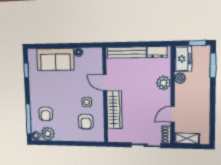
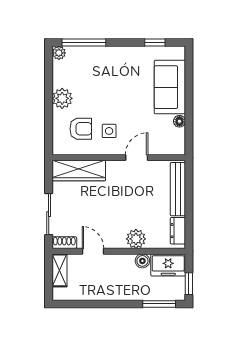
wardrobe: (114, 110) -> (79, 171), moved
armchair: (46, 114) -> (91, 69), removed
armchair: (86, 122) -> (81, 129), turned 180
plant: (48, 134) -> (62, 98), moved

